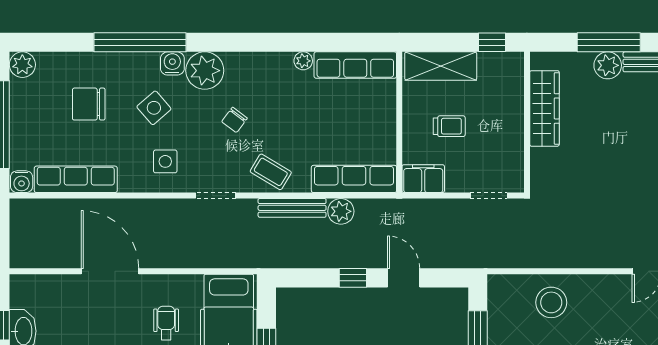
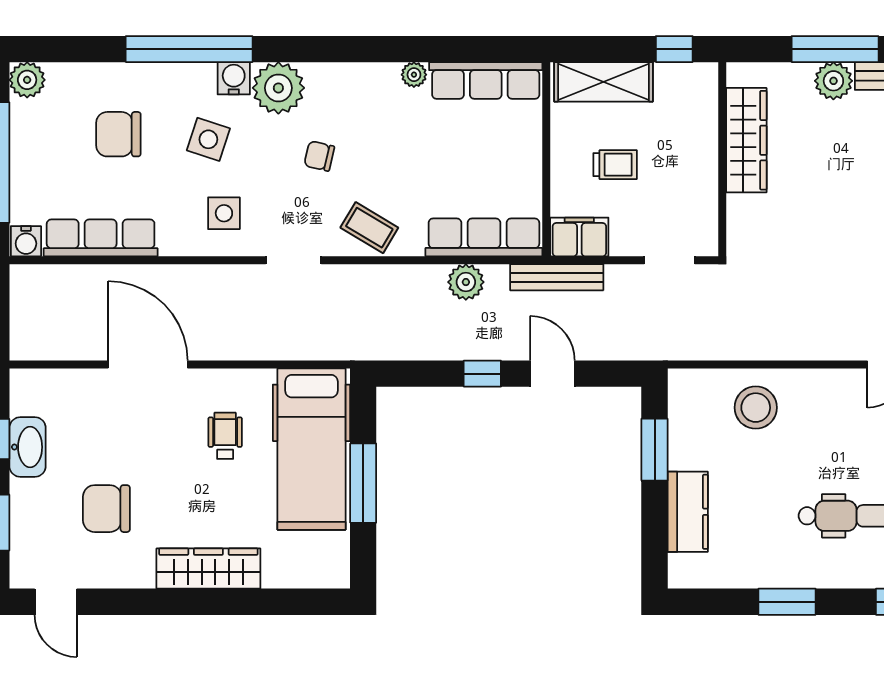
side table: (154, 108) -> (208, 139), turned -31
chair: (234, 120) -> (319, 156), turned 66
bench: (292, 208) -> (557, 277), moved

